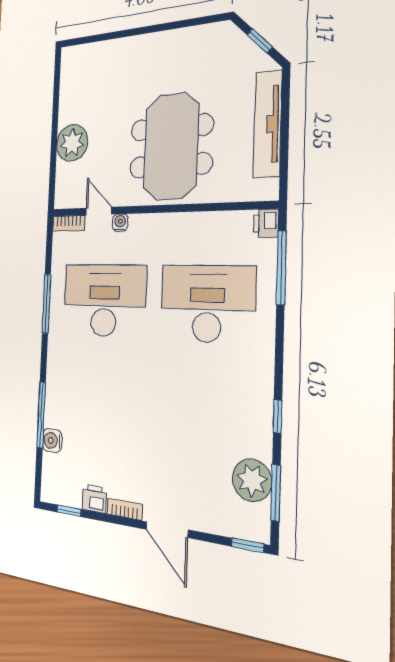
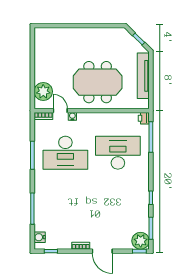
plant: (72, 143) -> (43, 91), moved
meeting table: (171, 146) -> (98, 82), turned 90
desk: (104, 300) -> (65, 153), turned 180
water cooler: (52, 441) -> (40, 237), moved
plant: (252, 480) -> (141, 241), moved
printer: (94, 499) -> (65, 244), removed

